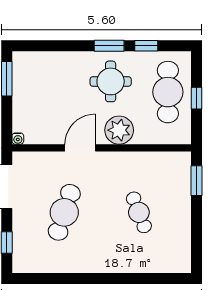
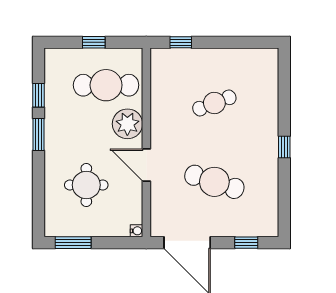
round table: (111, 81) -> (86, 185), moved
cafe table: (168, 92) -> (106, 85), moved
window: (196, 181) -> (181, 42), width x0.67
window: (97, 279) -> (284, 147), added

